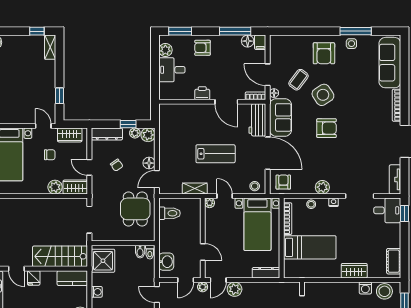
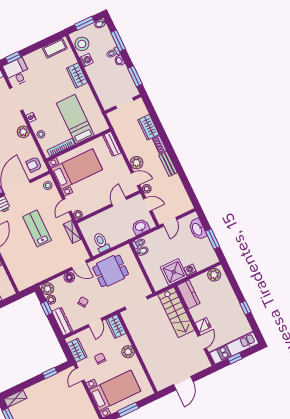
plant: (55, 187) -> (128, 352), moved
shower: (103, 261) -> (174, 272), moved

